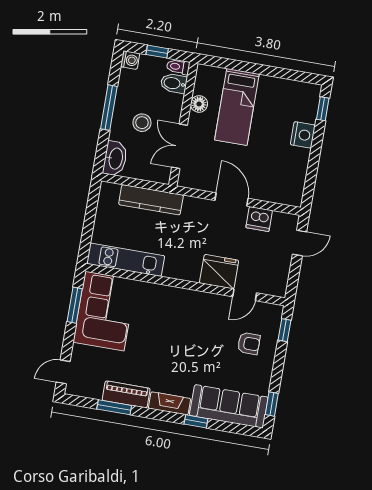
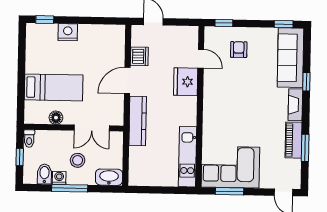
washing machine: (130, 60) -> (59, 178), moved
bidet: (174, 83) -> (44, 174), moved, turned 180
kitchen counter: (151, 200) -> (138, 121), moved

